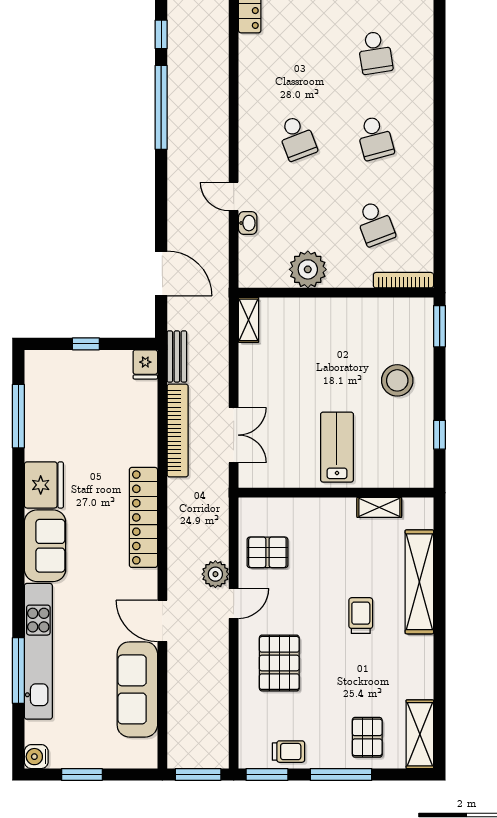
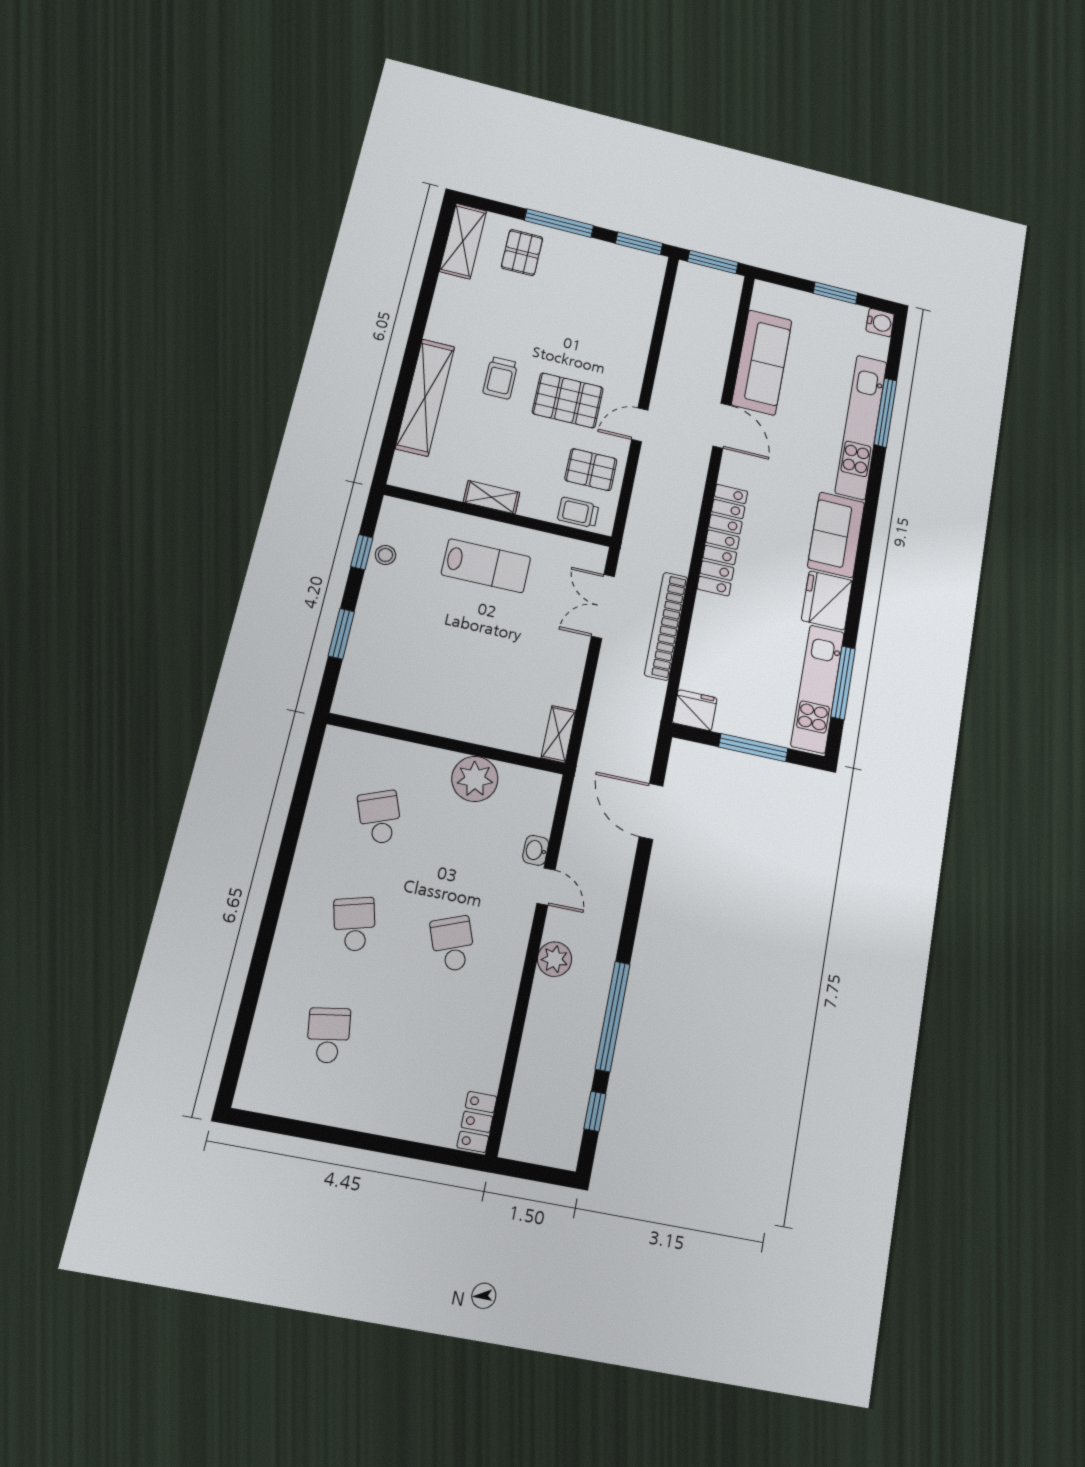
bookcase: (403, 280) -> (361, 741), removed
window: (440, 326) -> (341, 634), moved
window: (86, 344) -> (753, 748), width x2.17
bench: (177, 356) -> (651, 710), removed
fridge: (145, 364) -> (695, 710), width x1.38
stool: (397, 380) -> (385, 555), moved, width x0.53, depth x0.53
kitchen unit: (40, 406) -> (818, 689), added
lab bench: (337, 447) -> (486, 566), turned -90
shelving: (379, 507) -> (492, 497), moved
plant: (215, 574) -> (555, 959), moved
pallet: (279, 663) -> (568, 400), moved, turned 90
trolley: (288, 752) -> (578, 512), moved

